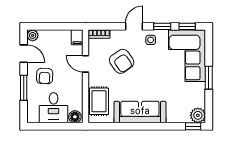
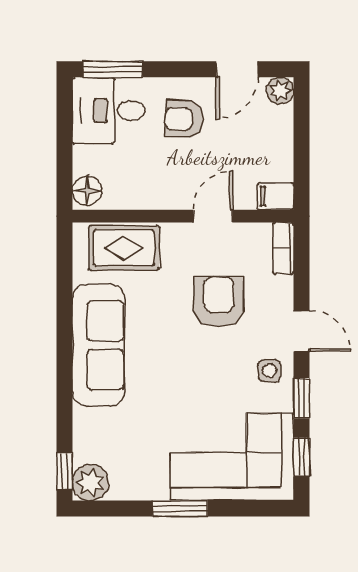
armchair: (122, 61) -> (219, 302), turned 125
window: (24, 88) -> (113, 69), moved
desk: (54, 108) -> (108, 111), moved

